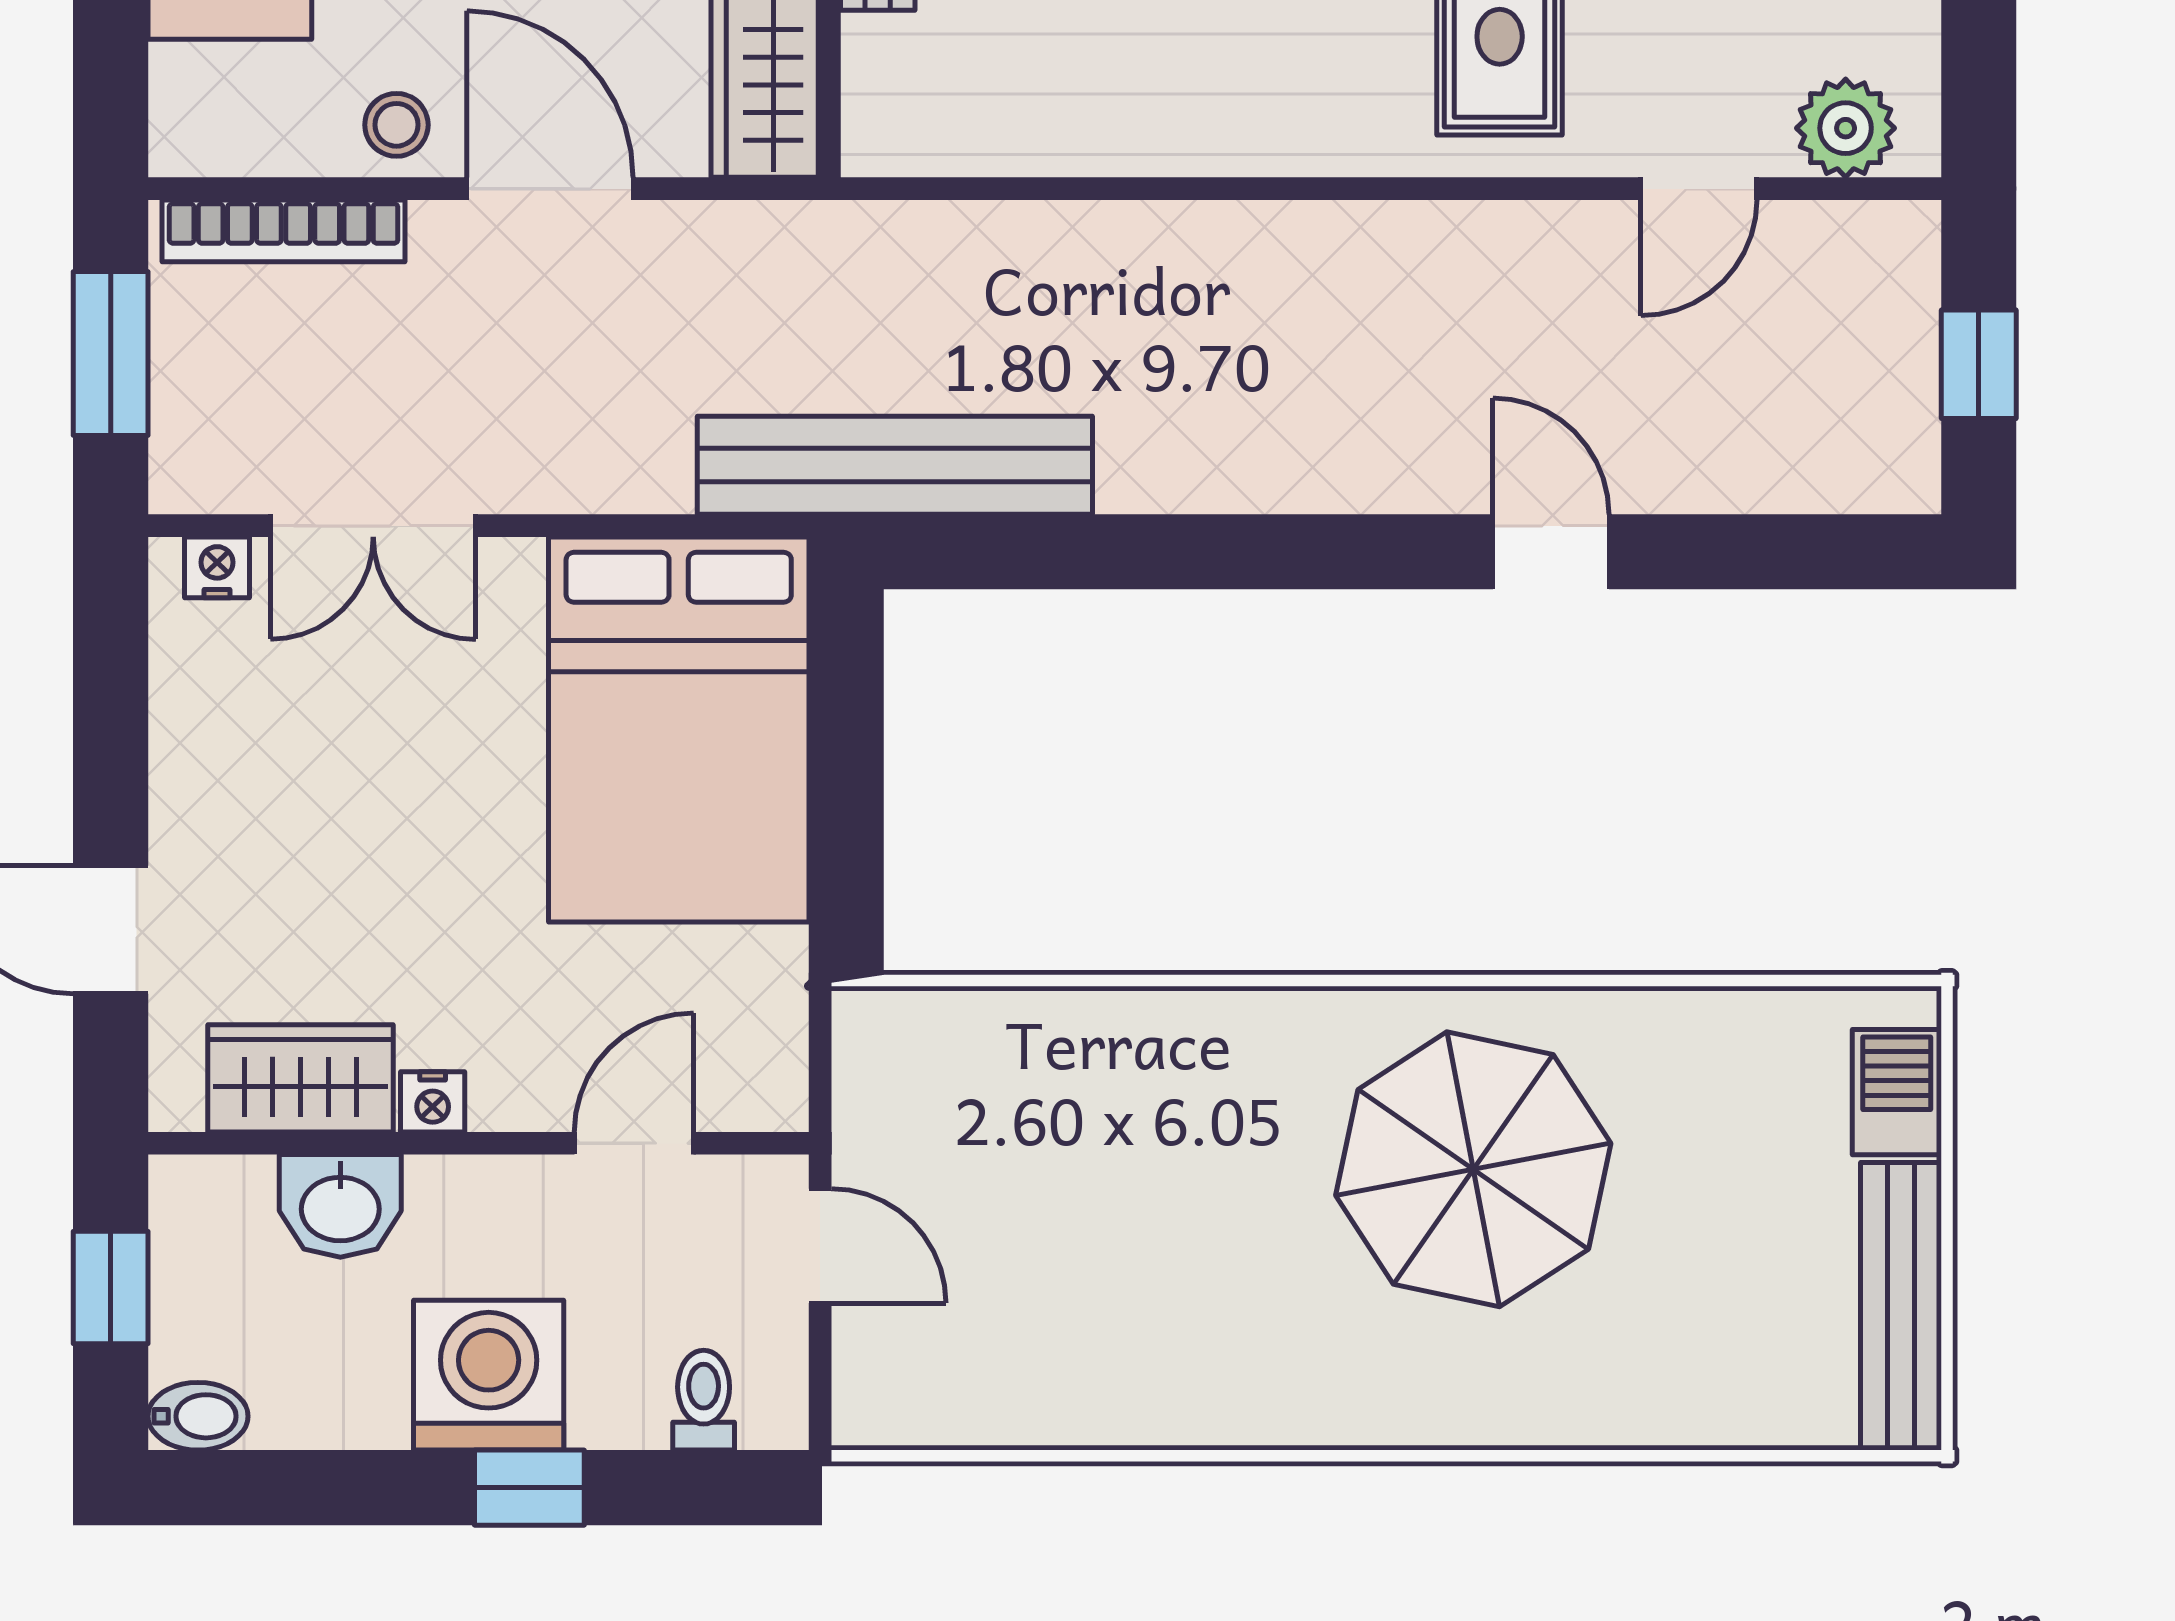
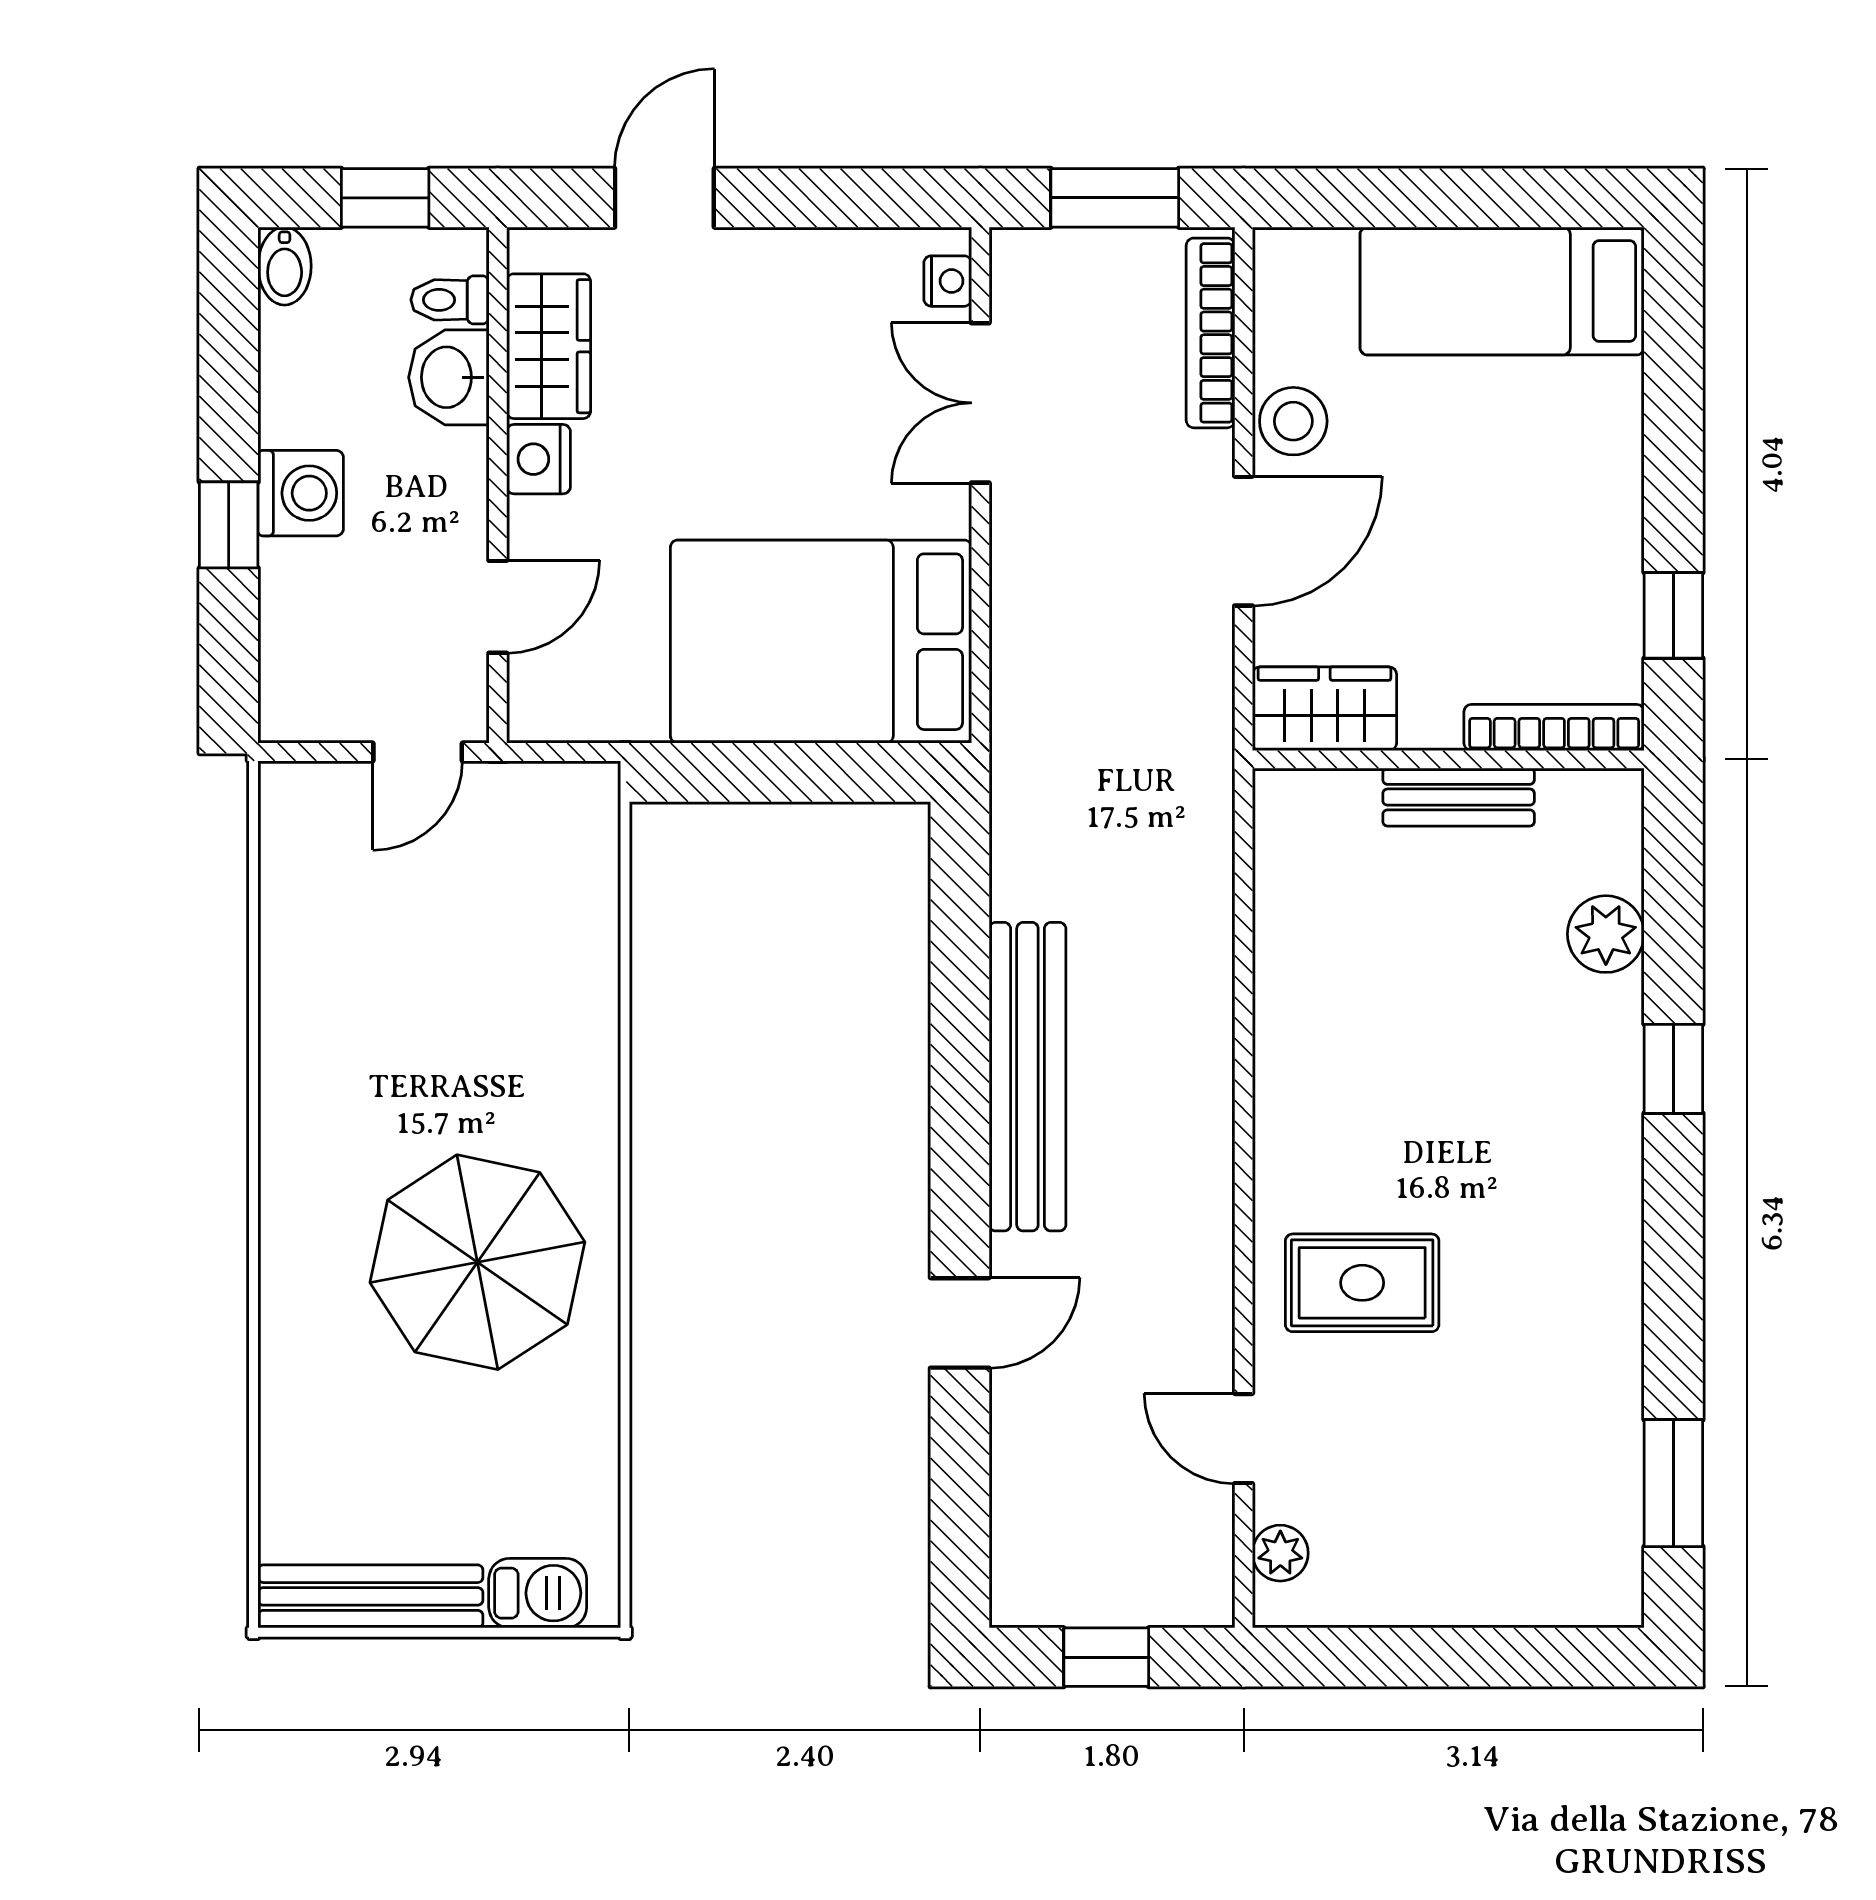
stool: (396, 125) -> (1293, 421), width x1.37, depth x1.37
plant: (1846, 128) -> (1280, 1553), width x0.73, depth x0.73
bench: (895, 465) -> (1027, 1077), moved
nightstand: (433, 1102) -> (538, 459), width x1.39, depth x1.35
door: (634, 1143) -> (498, 607), hinge flipped
washing machine: (489, 1375) -> (301, 493), width x0.73, depth x0.73
toilet: (704, 1400) -> (450, 300), moved, turned 180

